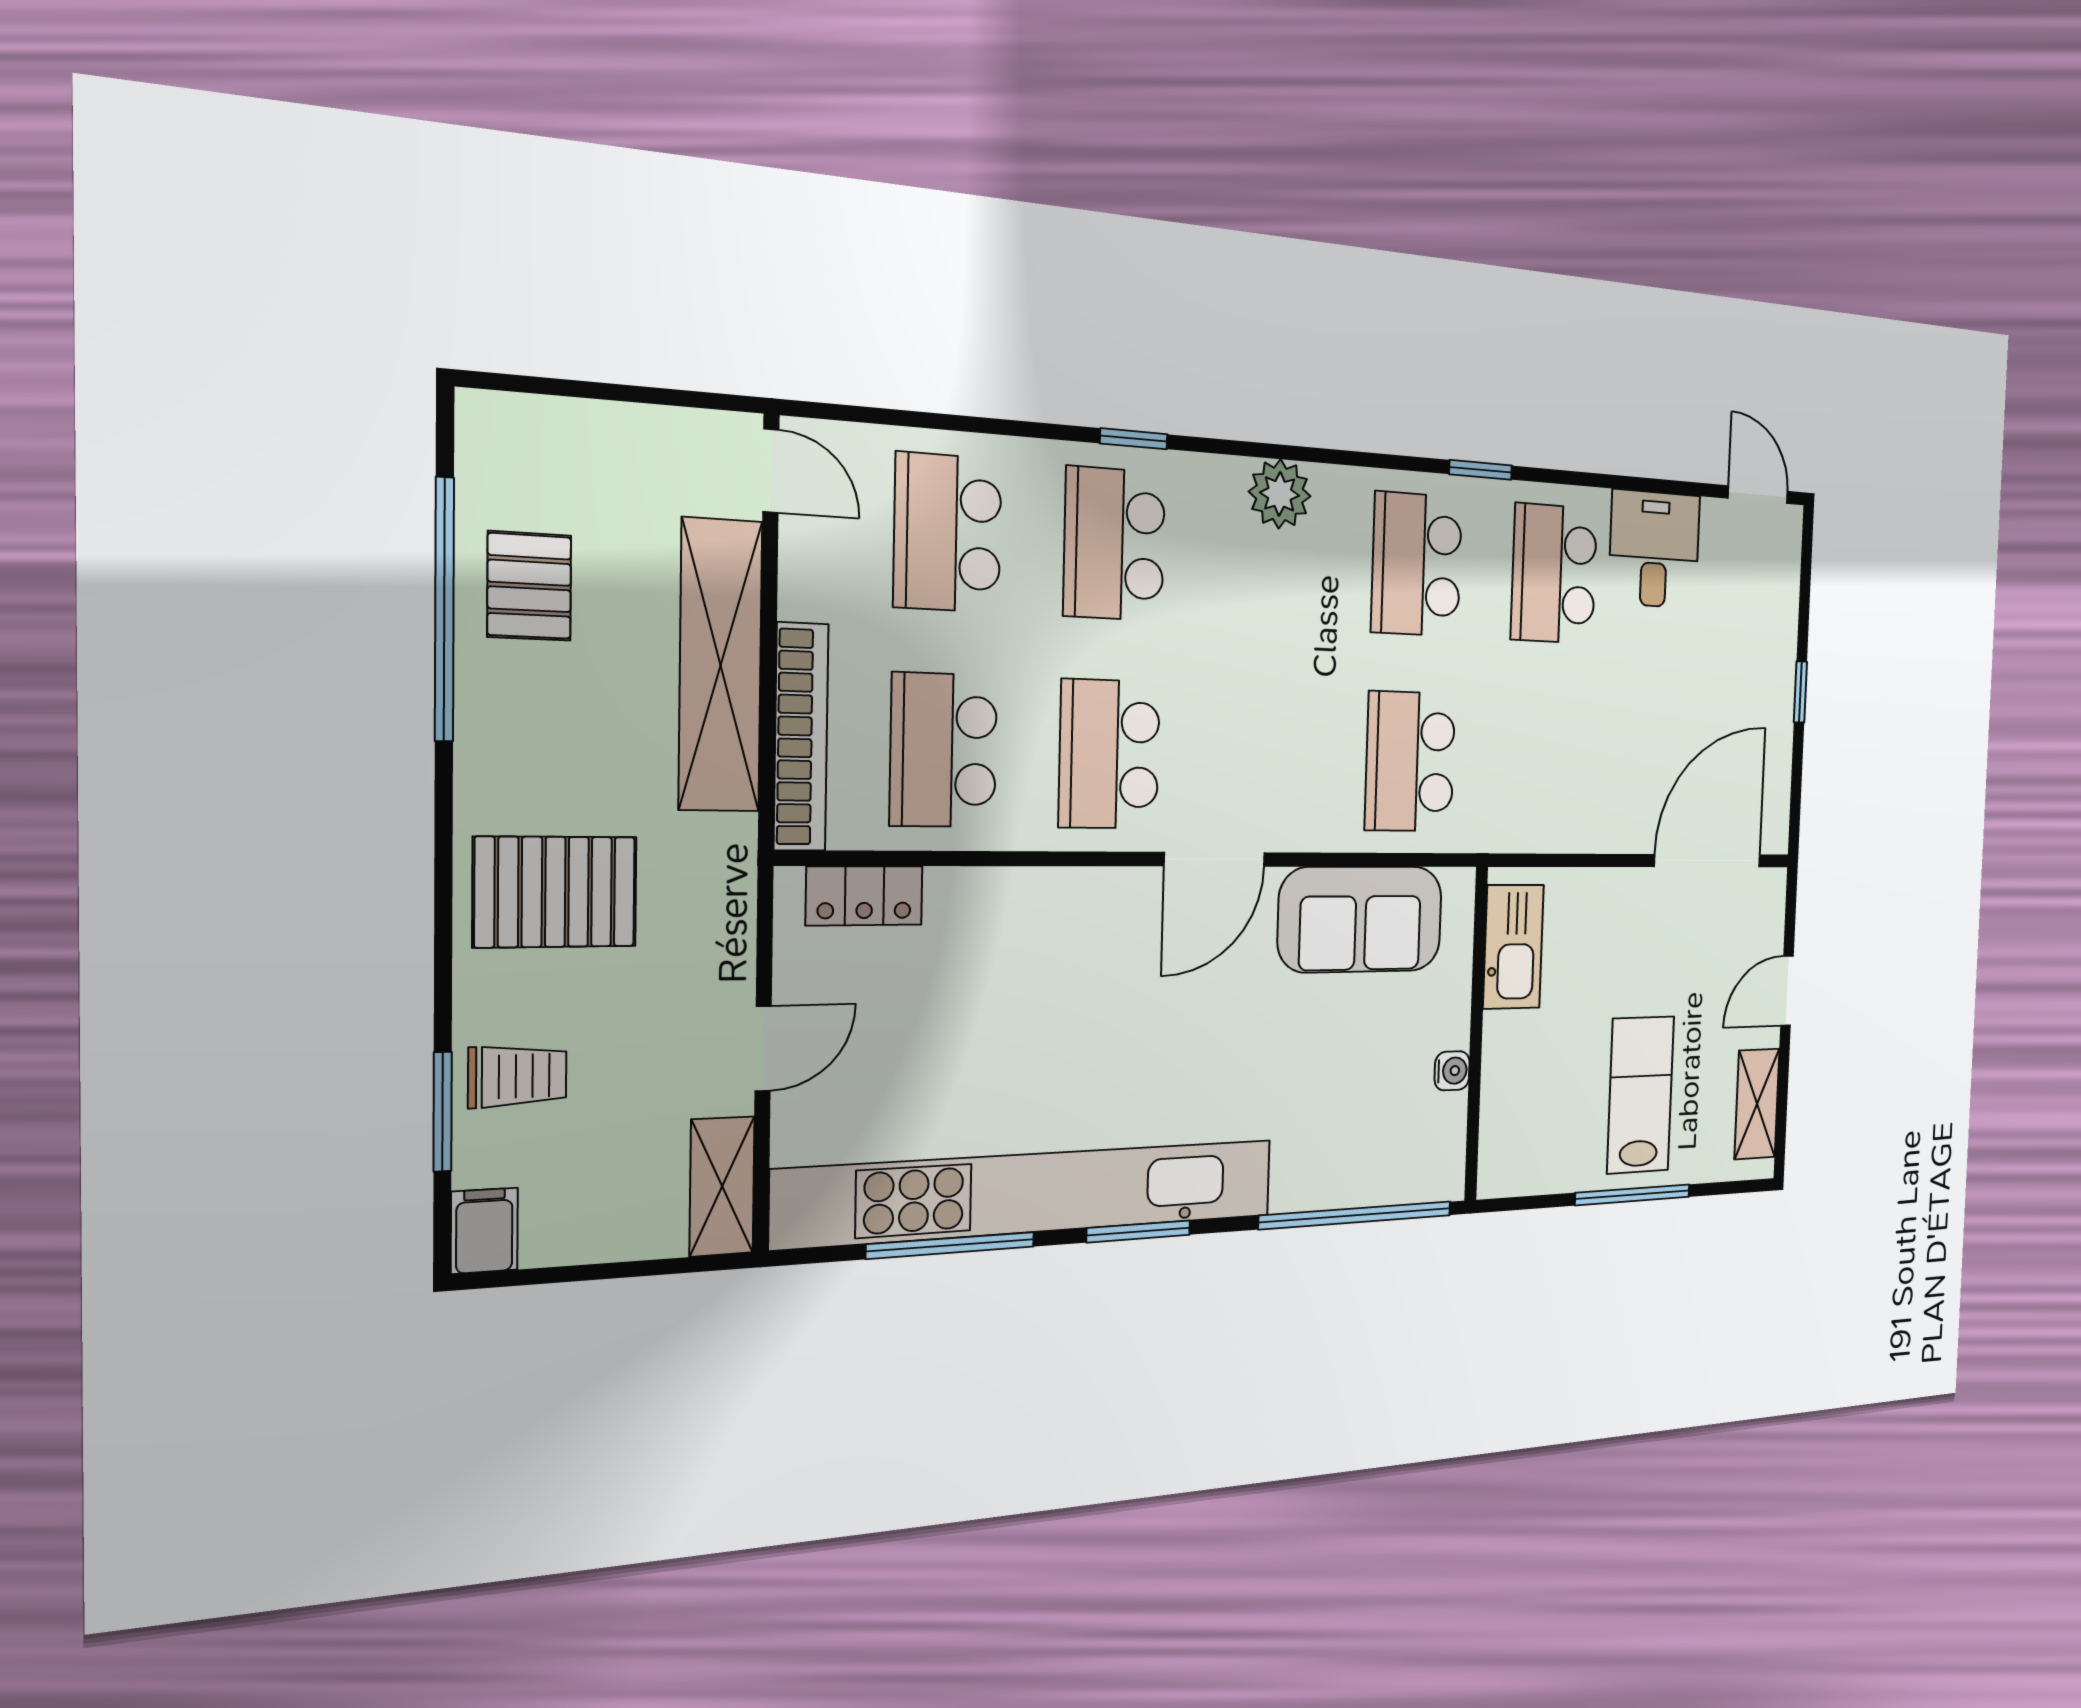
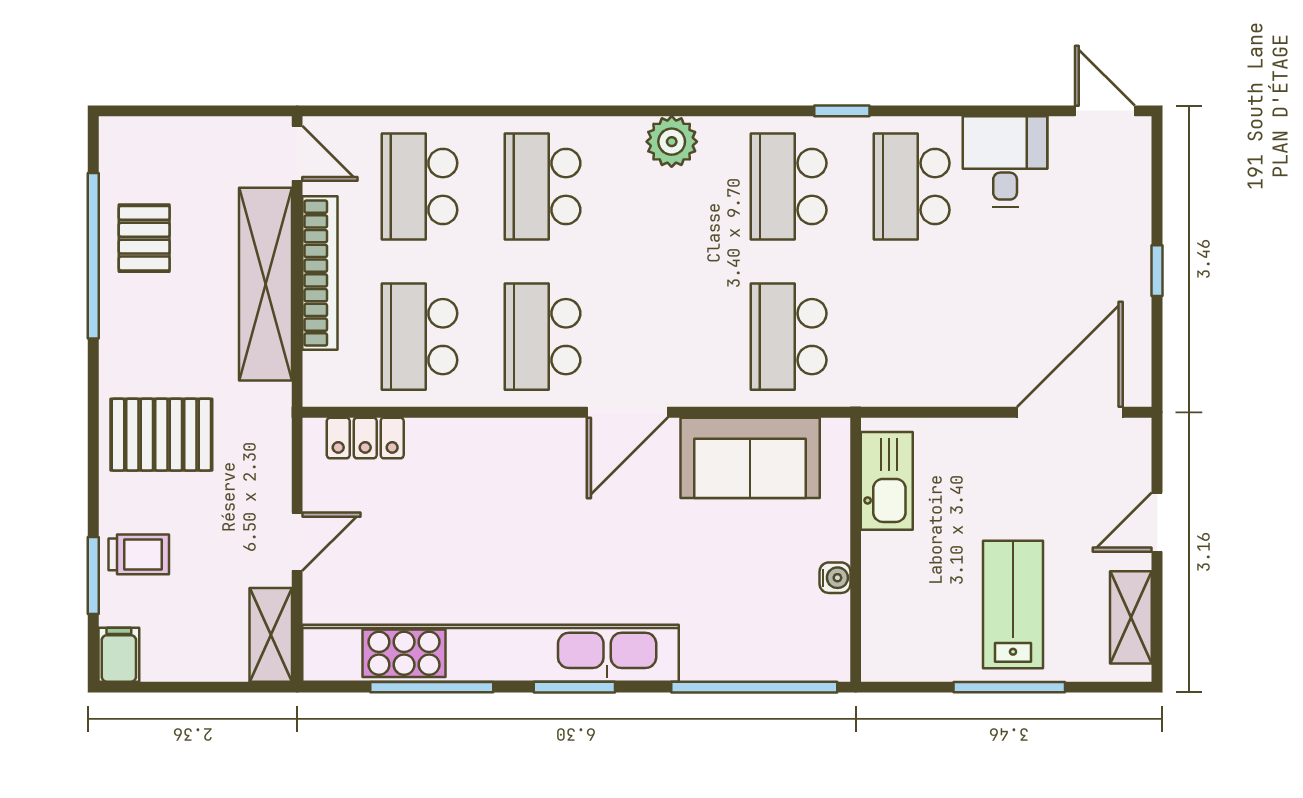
window: (1134, 439) -> (555, 111), removed
bookcase: (801, 737) -> (320, 273), moved

